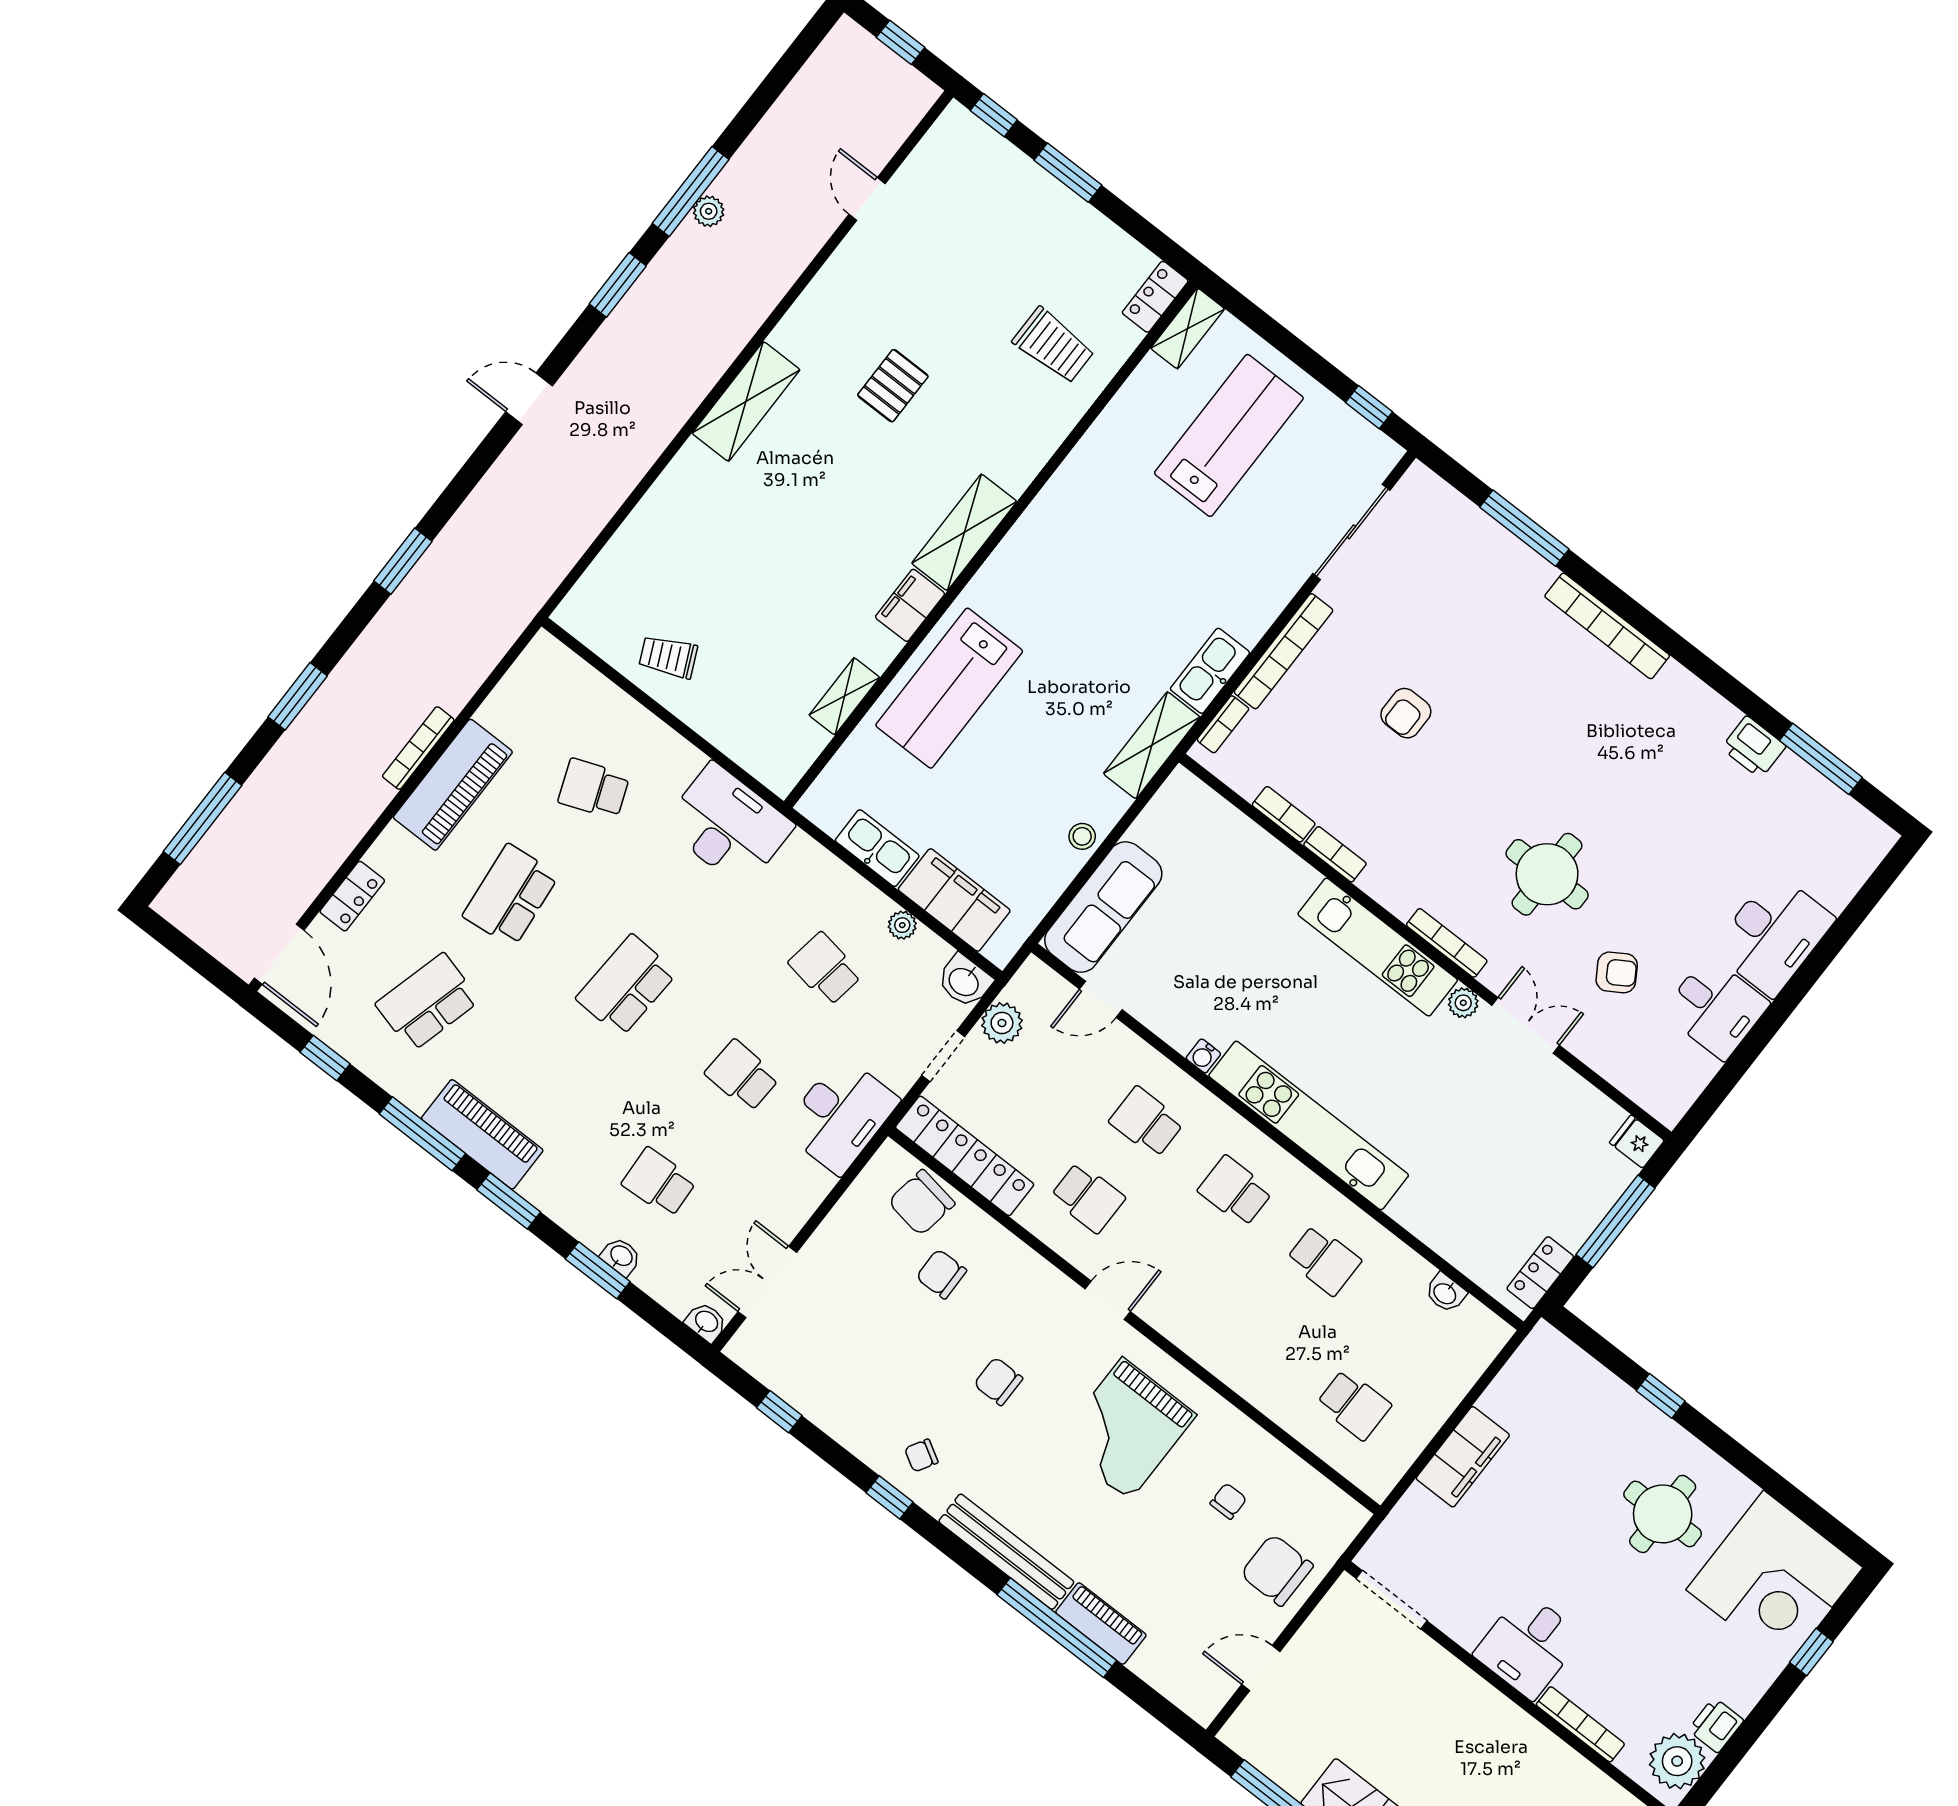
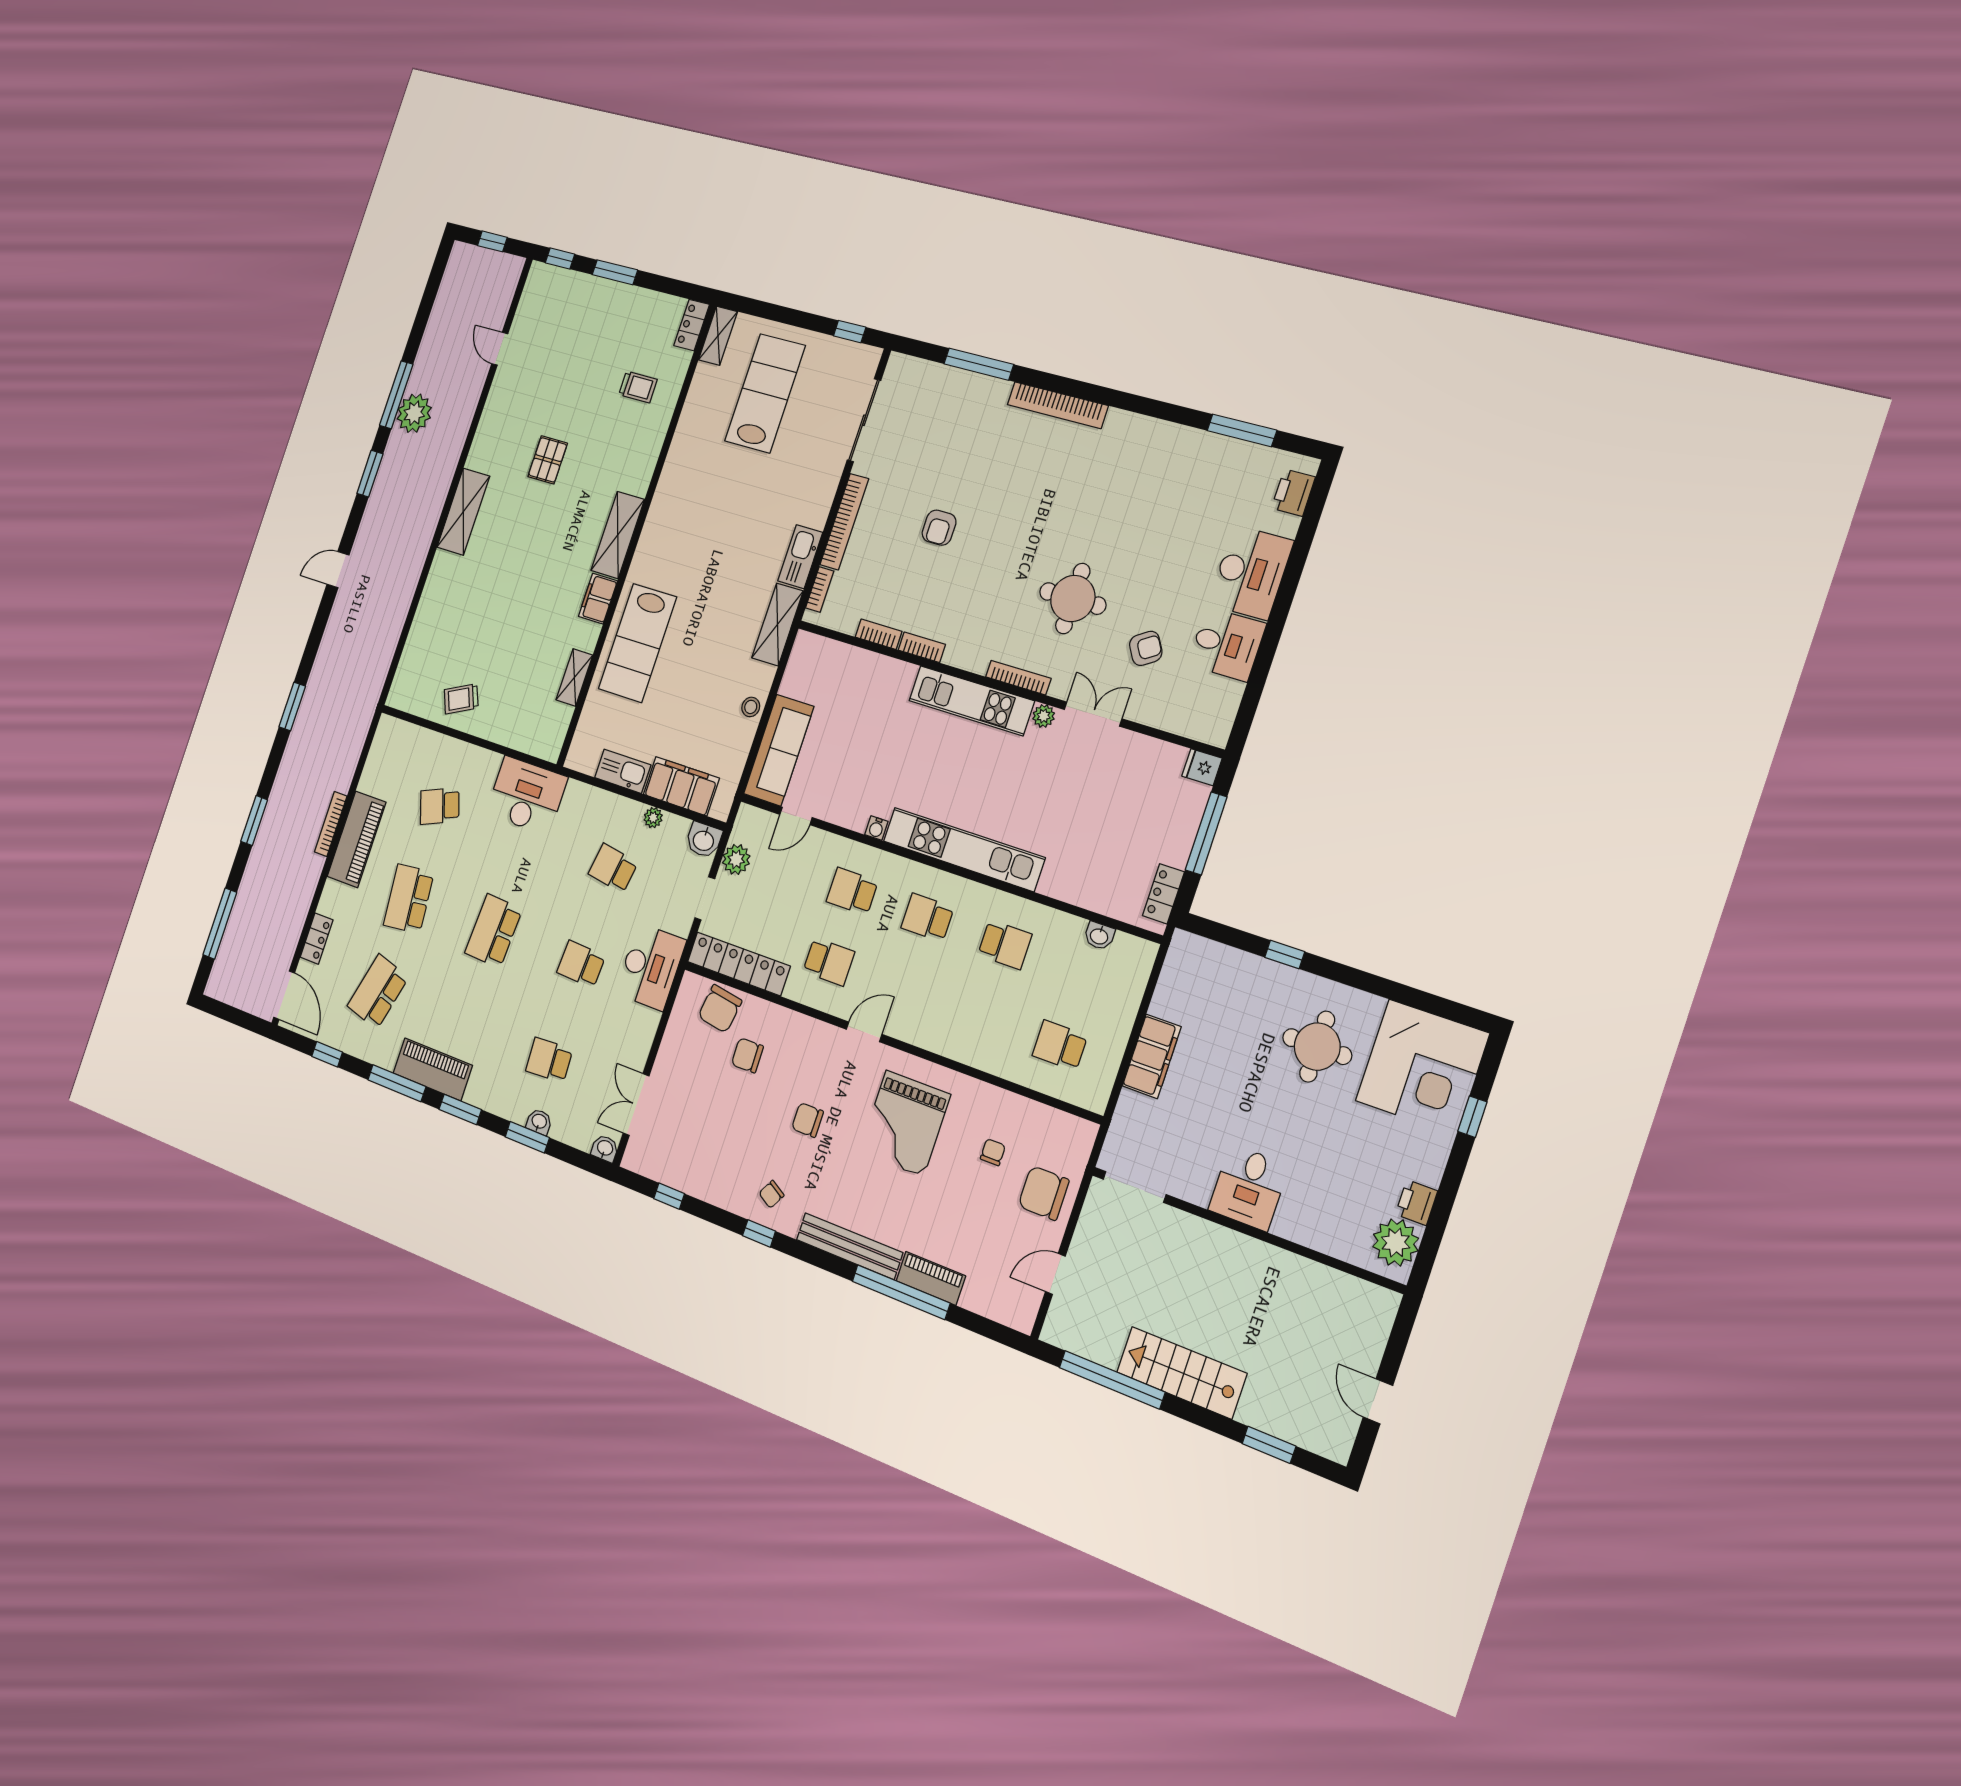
plant: (709, 211) -> (414, 413), width x1.87, depth x1.87
trolley: (1054, 346) -> (638, 387), width x0.73, depth x0.72
printer: (1754, 747) -> (1293, 493), moved, turned 90
school desk: (1354, 1405) -> (1060, 1046), turned 180
bookcase: (1580, 1724) -> (1310, 1238), removed

